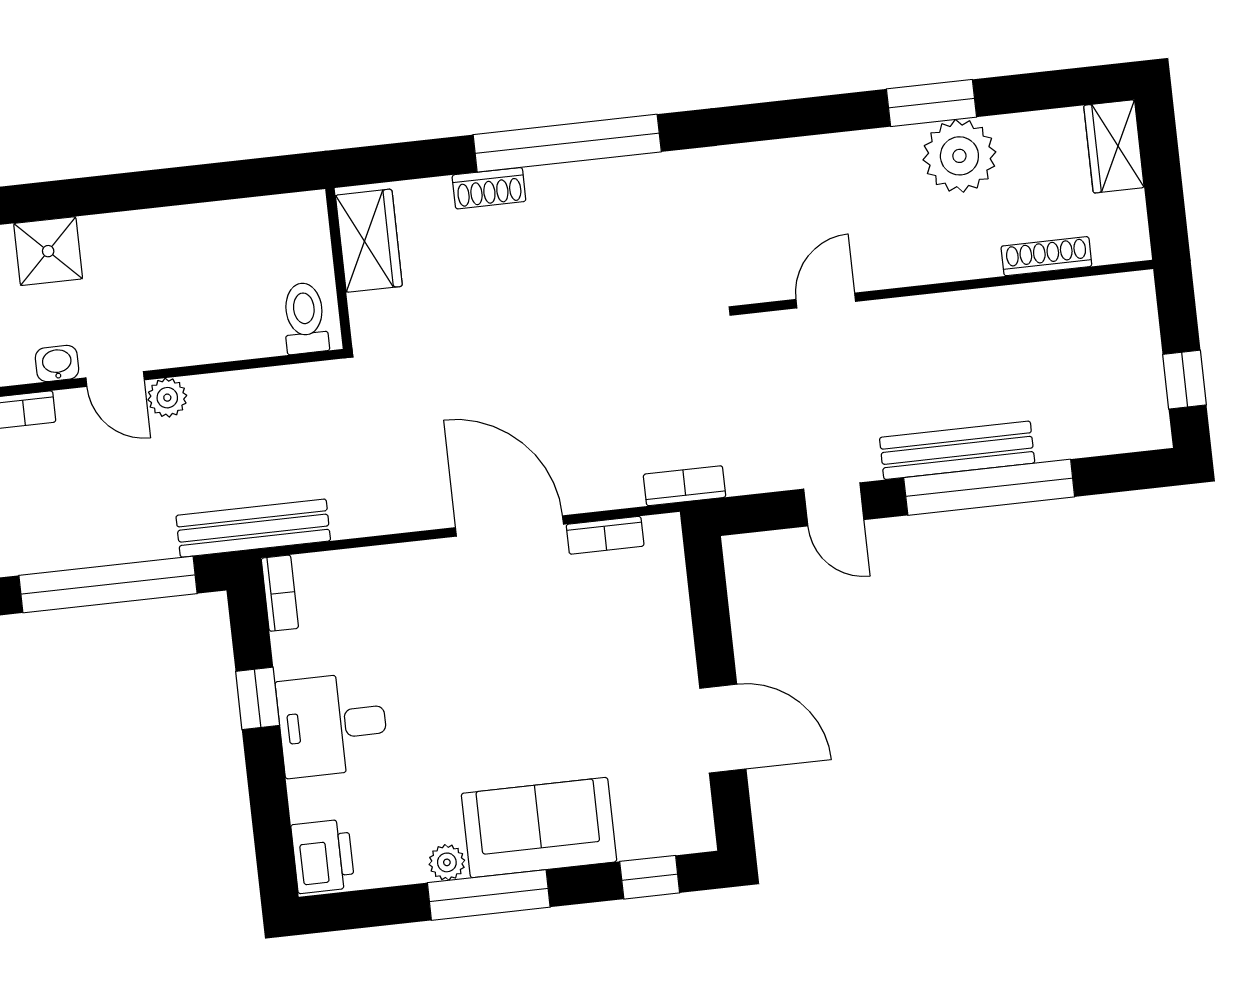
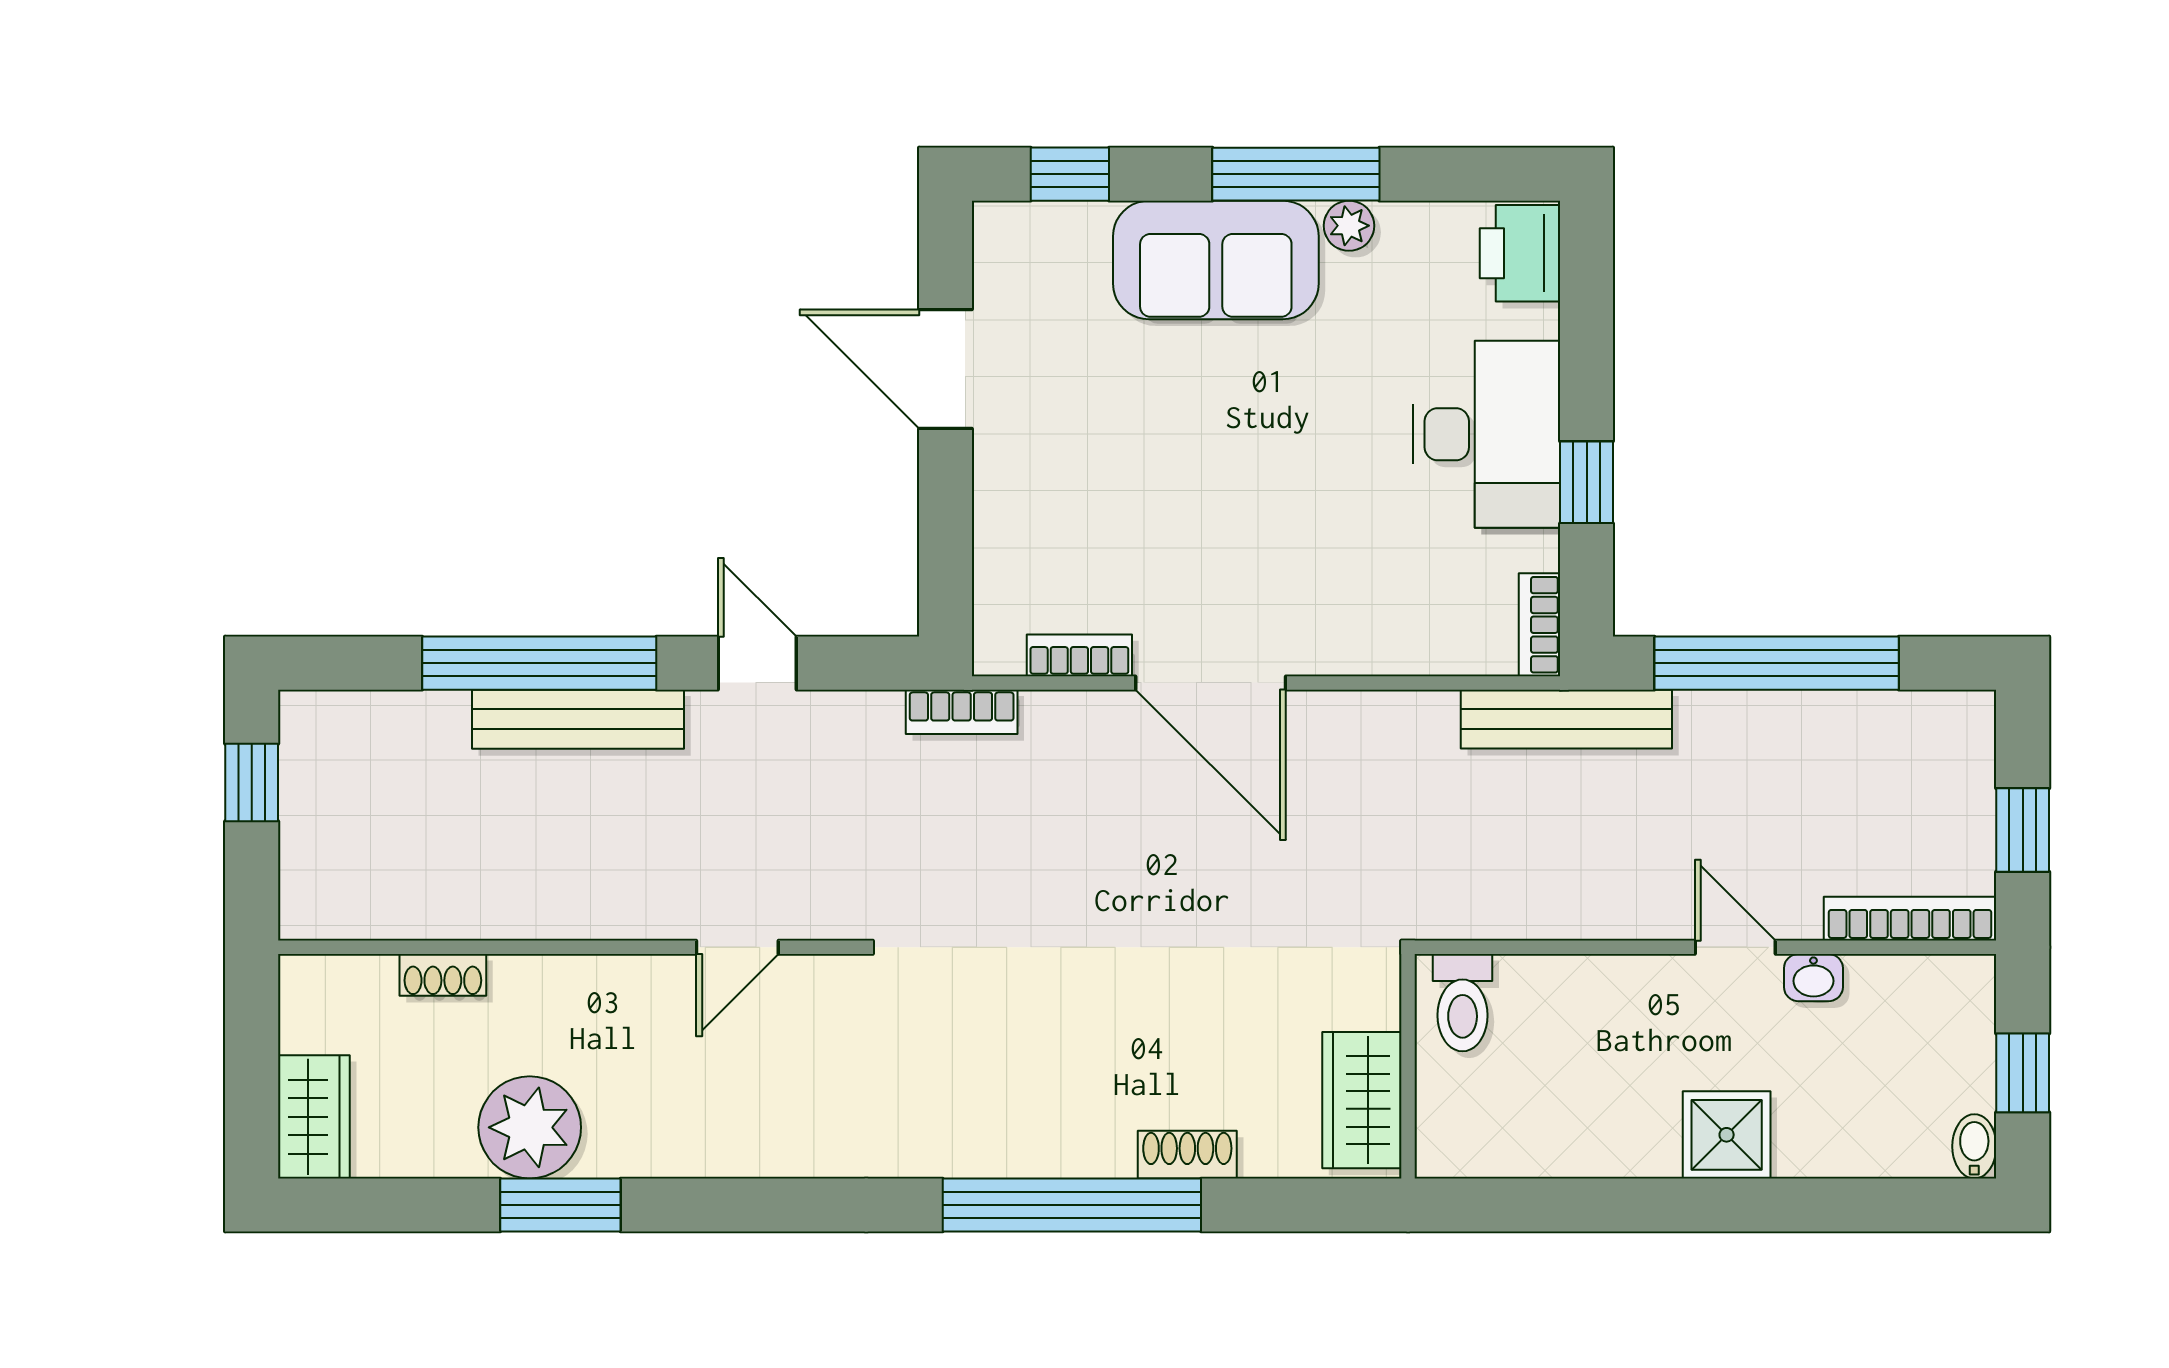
shower: (48, 251) -> (1727, 1135), moved
shoe rack: (1046, 256) -> (443, 975), width x0.70
plant: (167, 398) -> (1666, 913), removed
desk: (333, 725) -> (1487, 434), width x1.37

